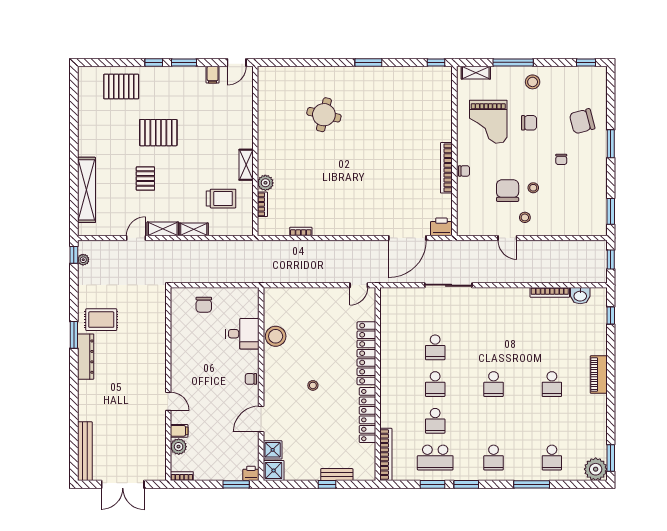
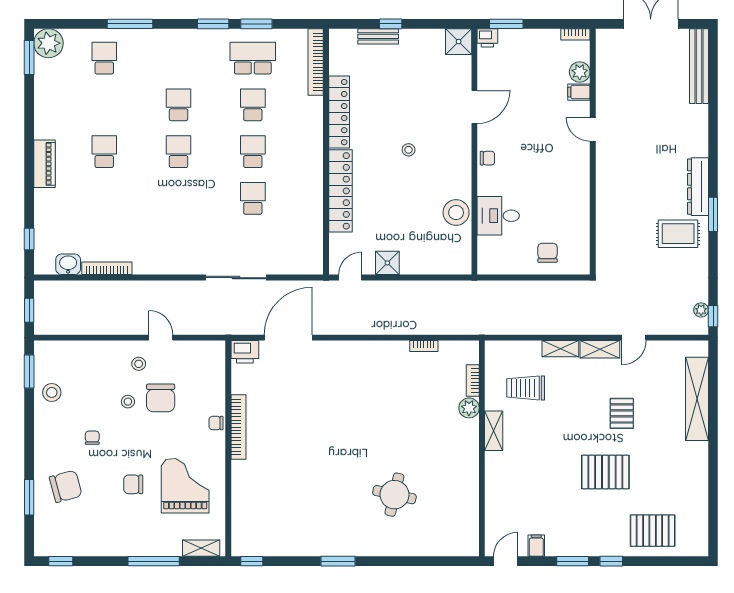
stool: (533, 82) -> (52, 392), moved
window: (611, 144) -> (29, 497), moved
shower: (273, 450) -> (387, 263), moved
school desk: (494, 458) -> (179, 105), moved

